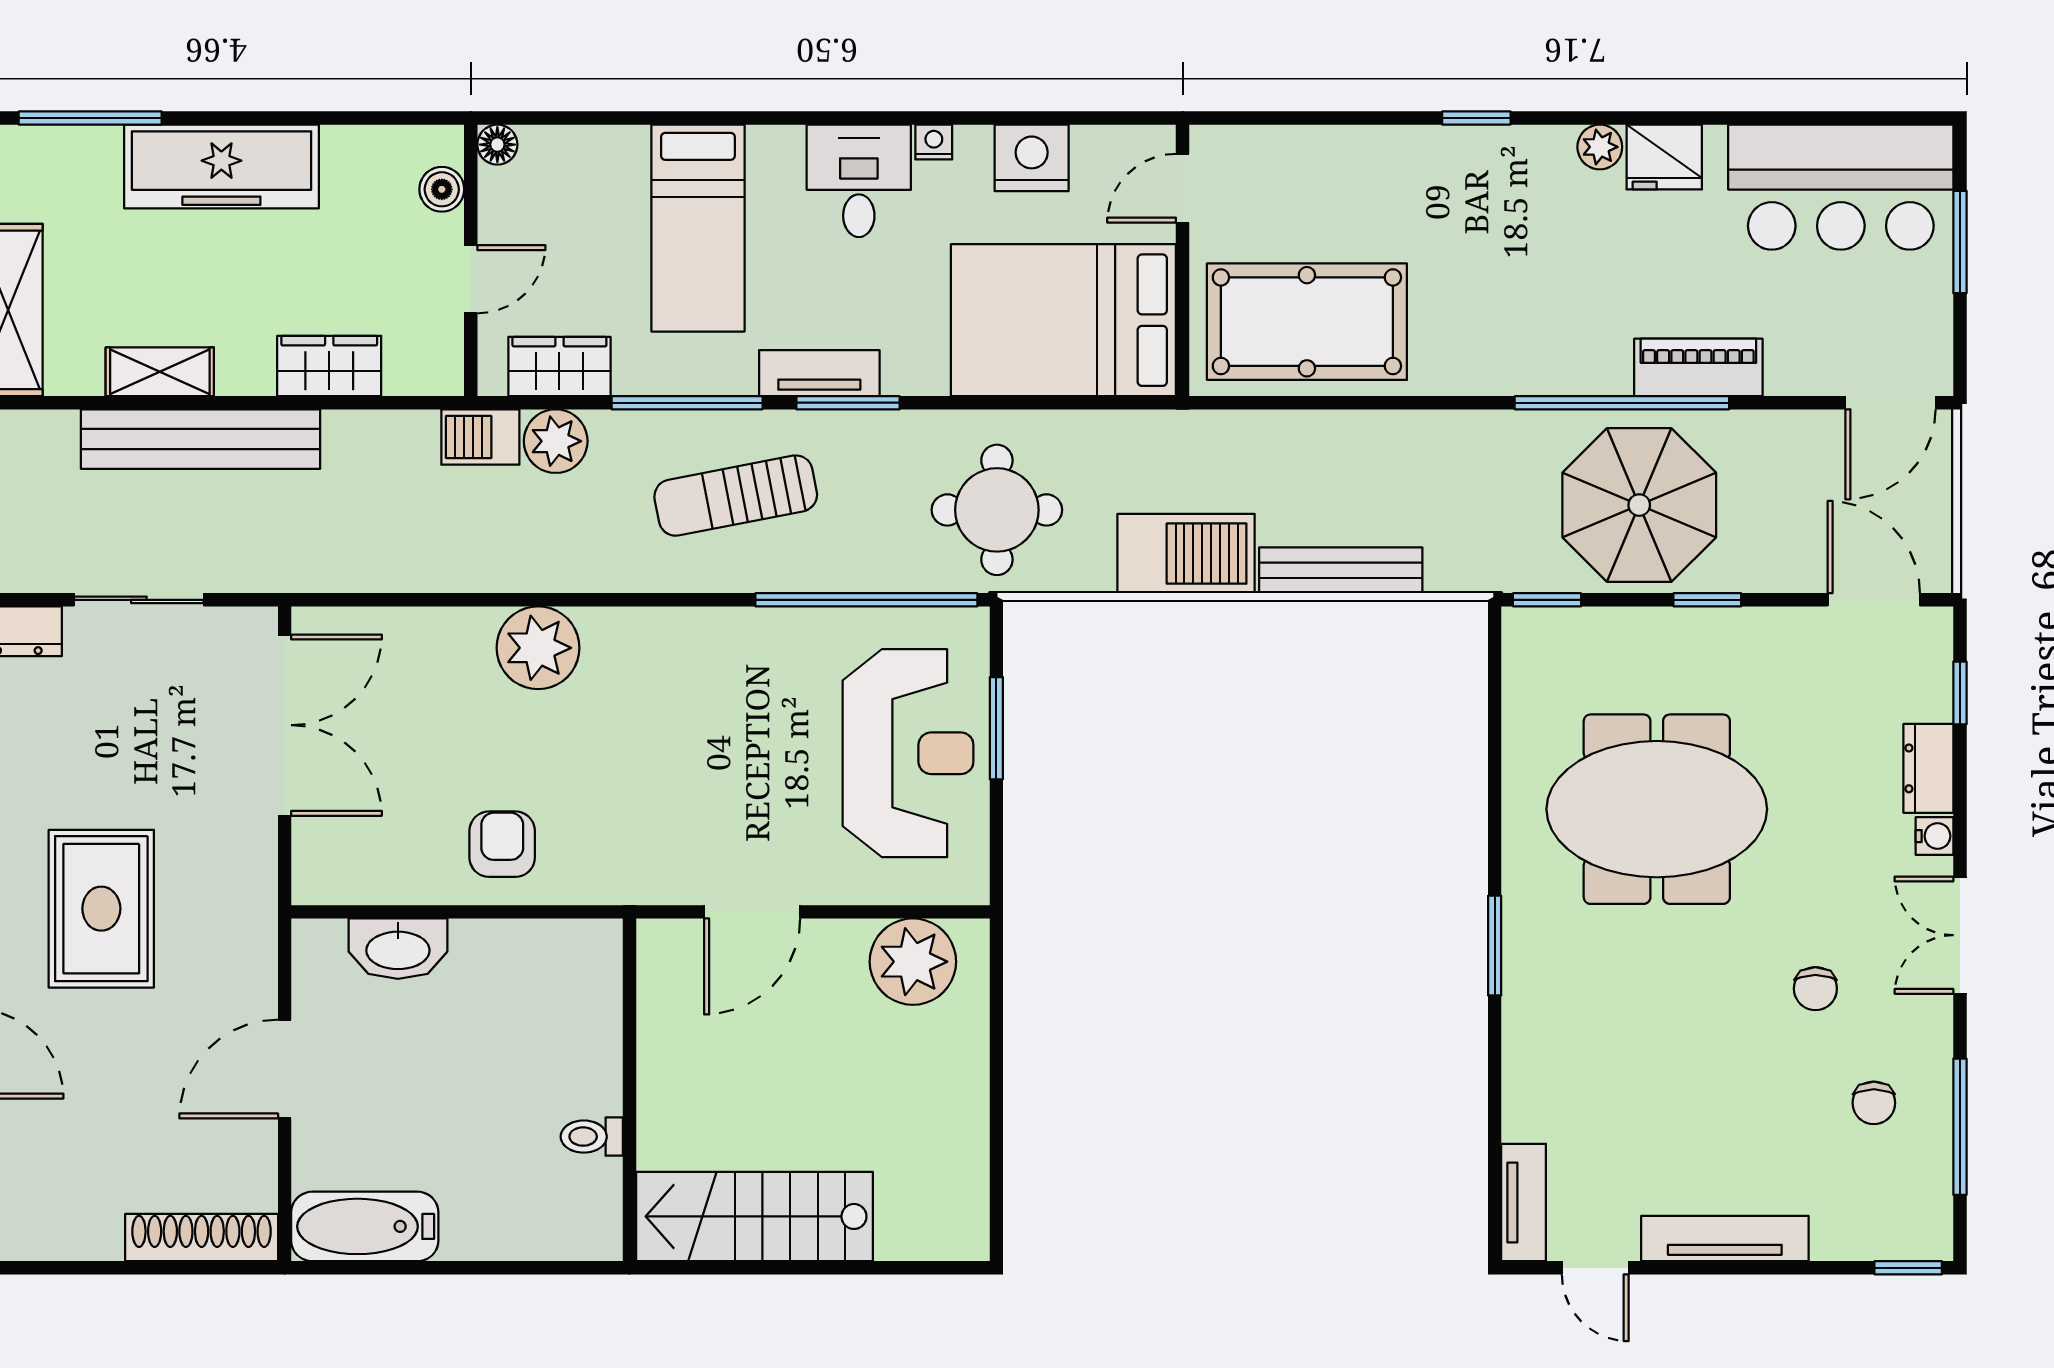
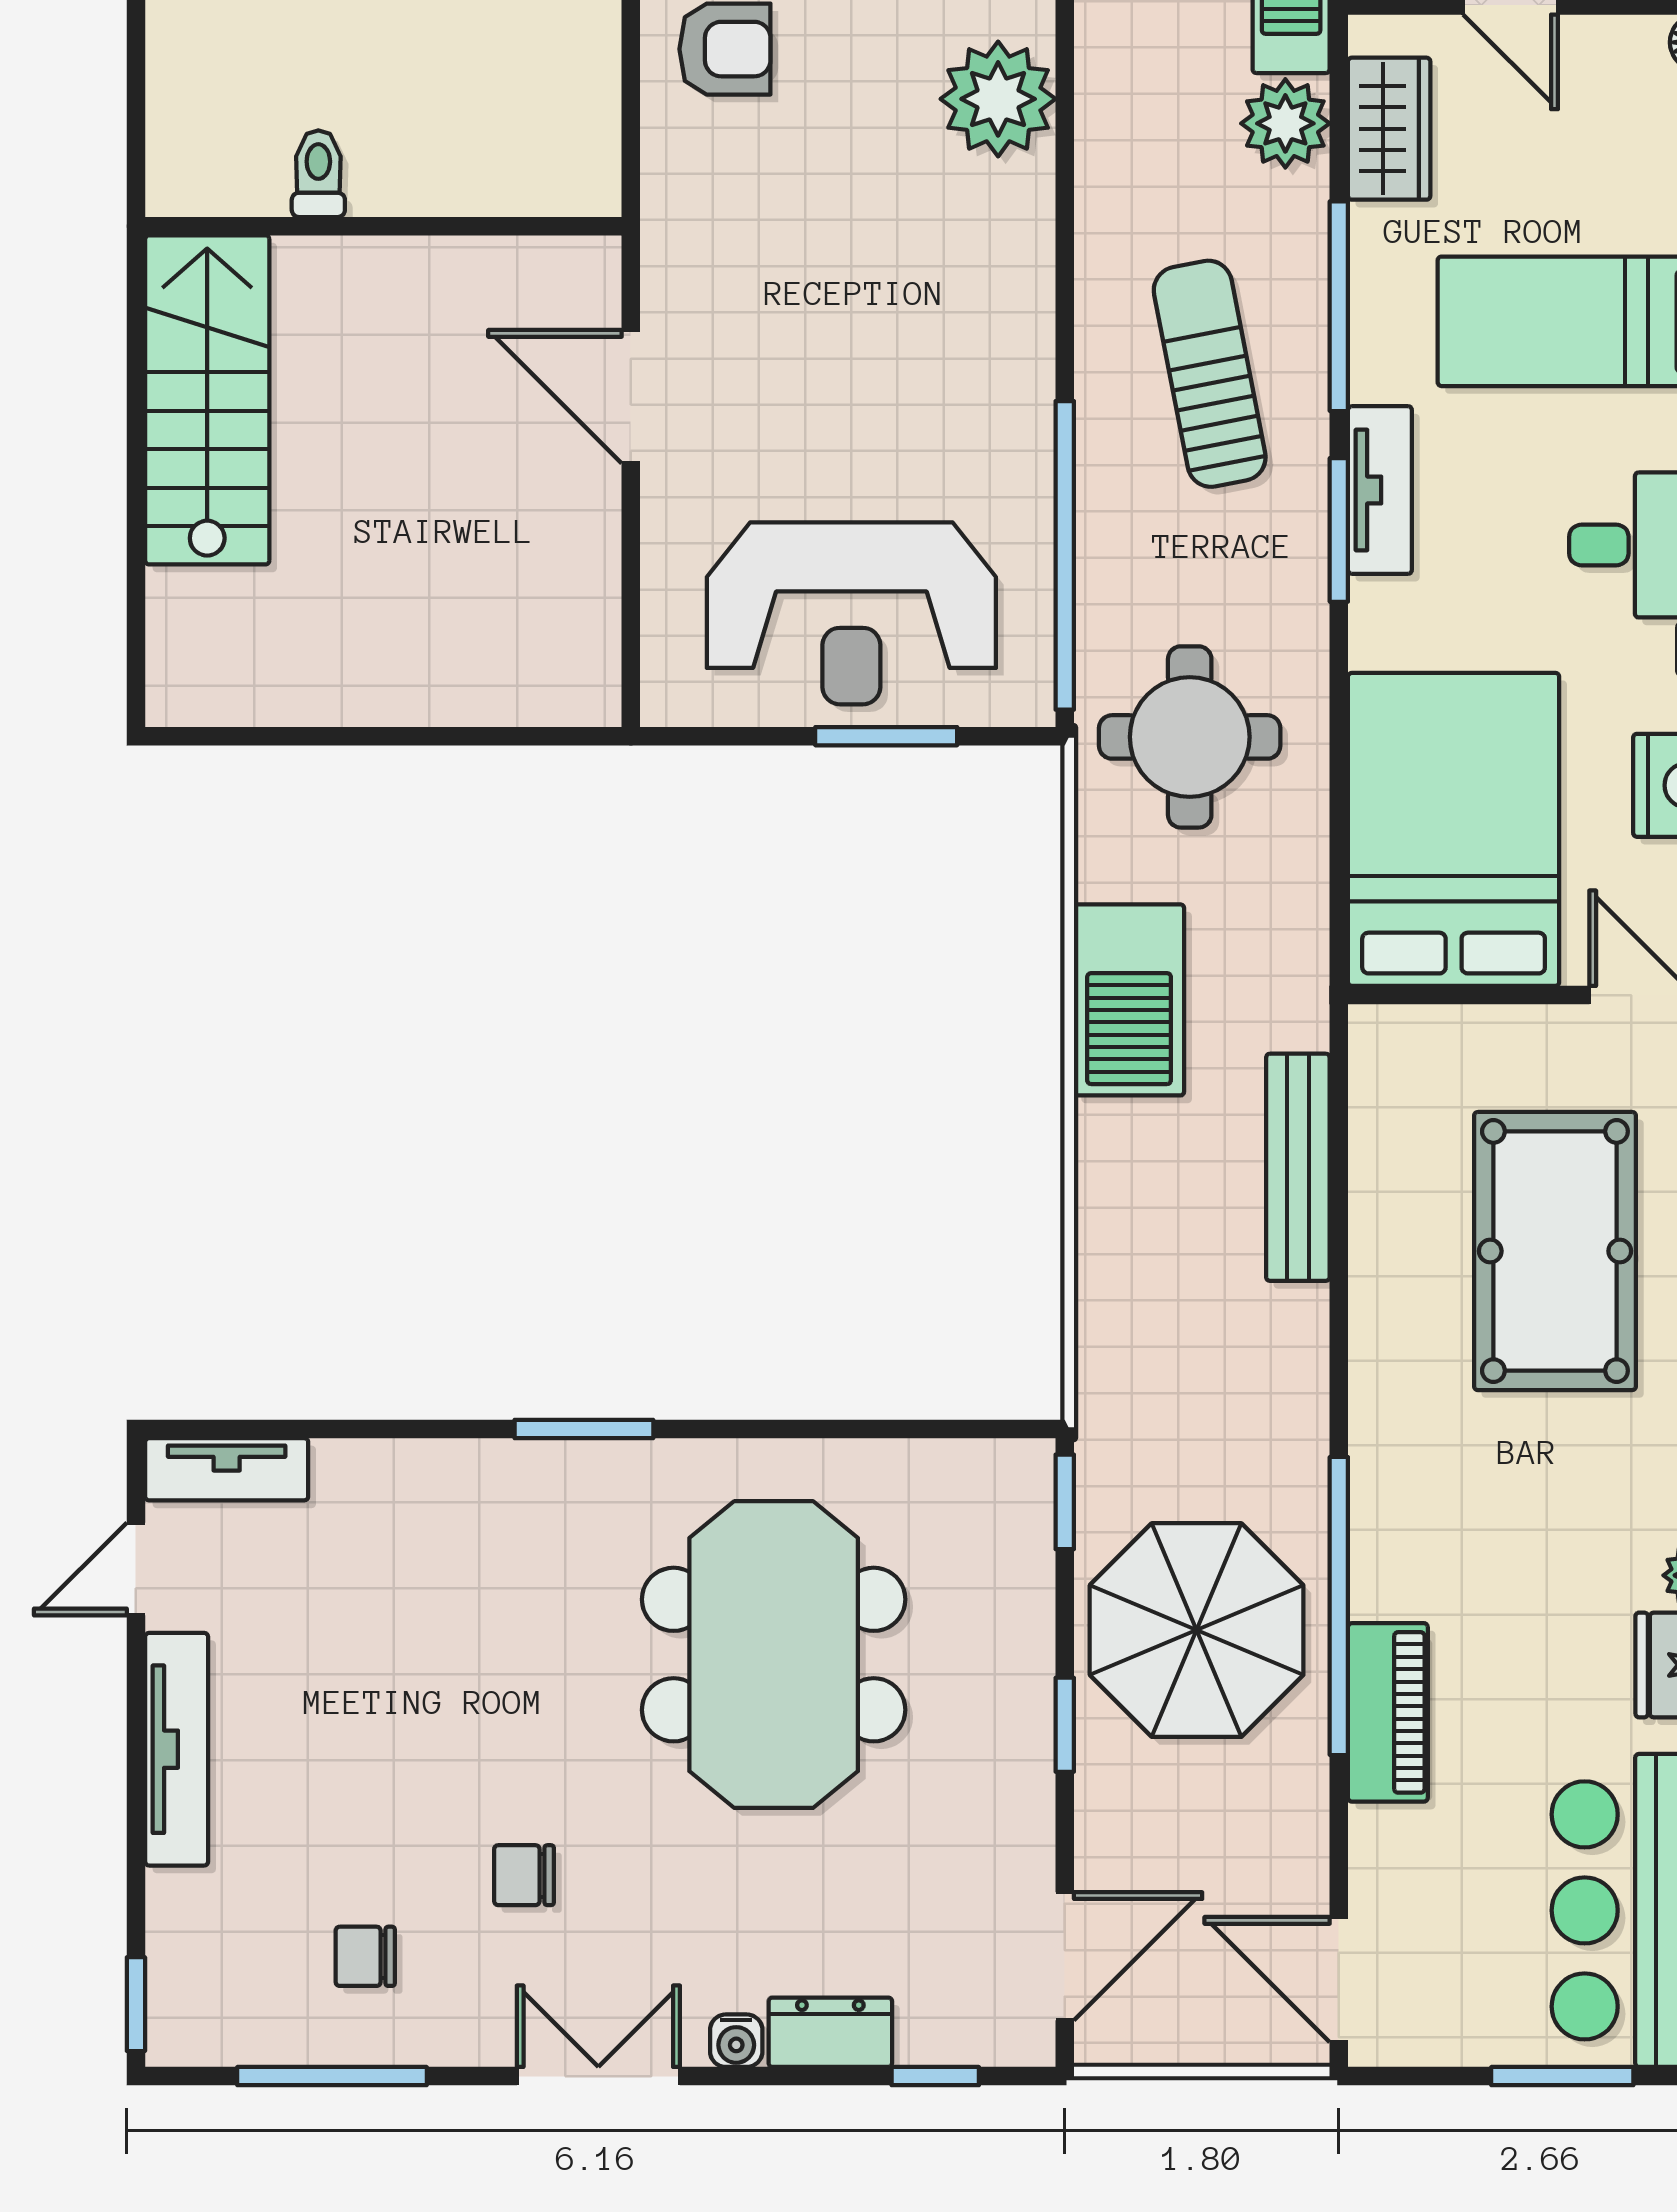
pool table: (1307, 322) -> (1555, 1251), moved
bench: (1341, 570) -> (1298, 1167), moved
plant: (913, 962) -> (562, 620), removed

